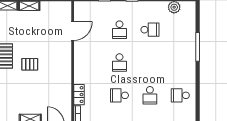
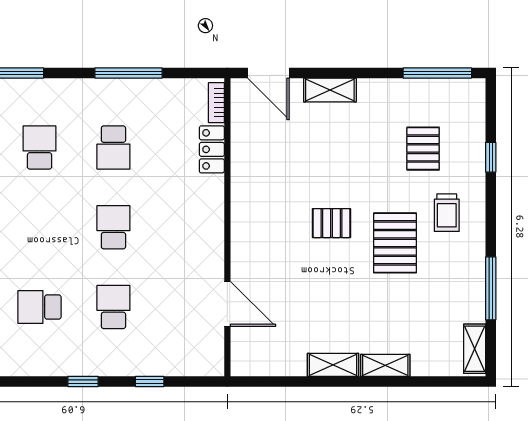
door: (73, 31) -> (227, 304), swing flipped
school desk: (119, 95) -> (113, 148), turned 90

